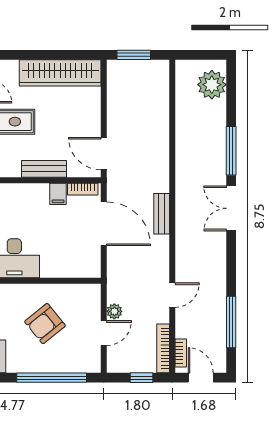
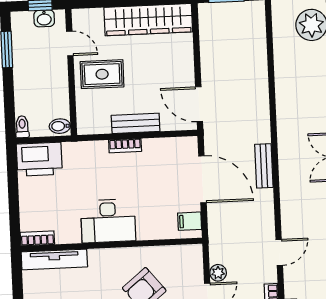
bookcase: (83, 189) -> (125, 146), moved
filing cabinet: (58, 194) -> (190, 221), moved, turned 90

